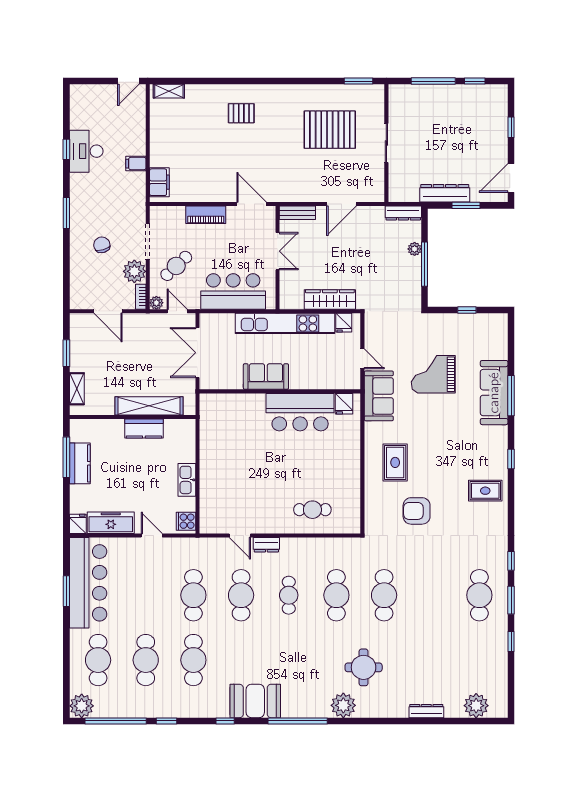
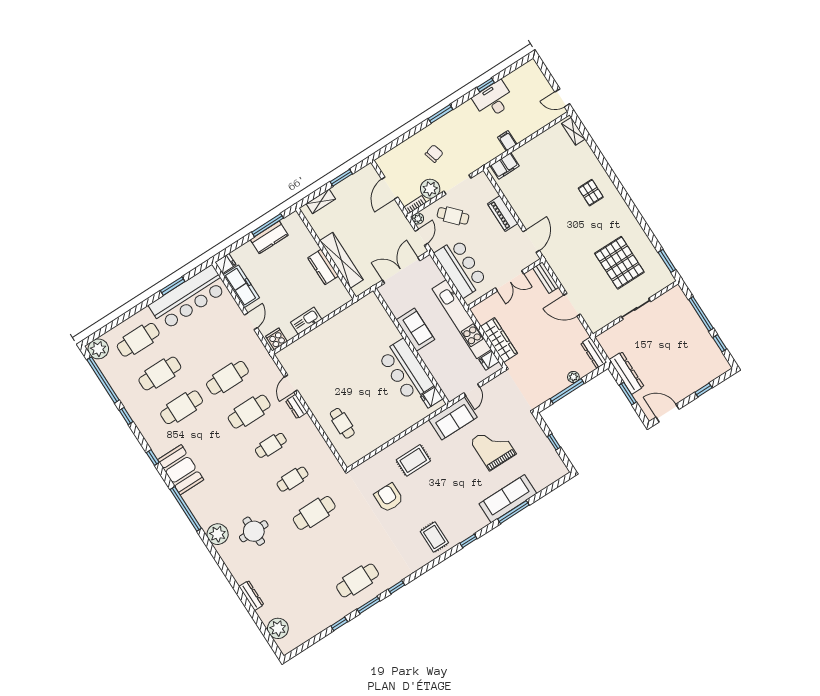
cafe table: (336, 595) -> (293, 479), width x0.73, depth x0.74

